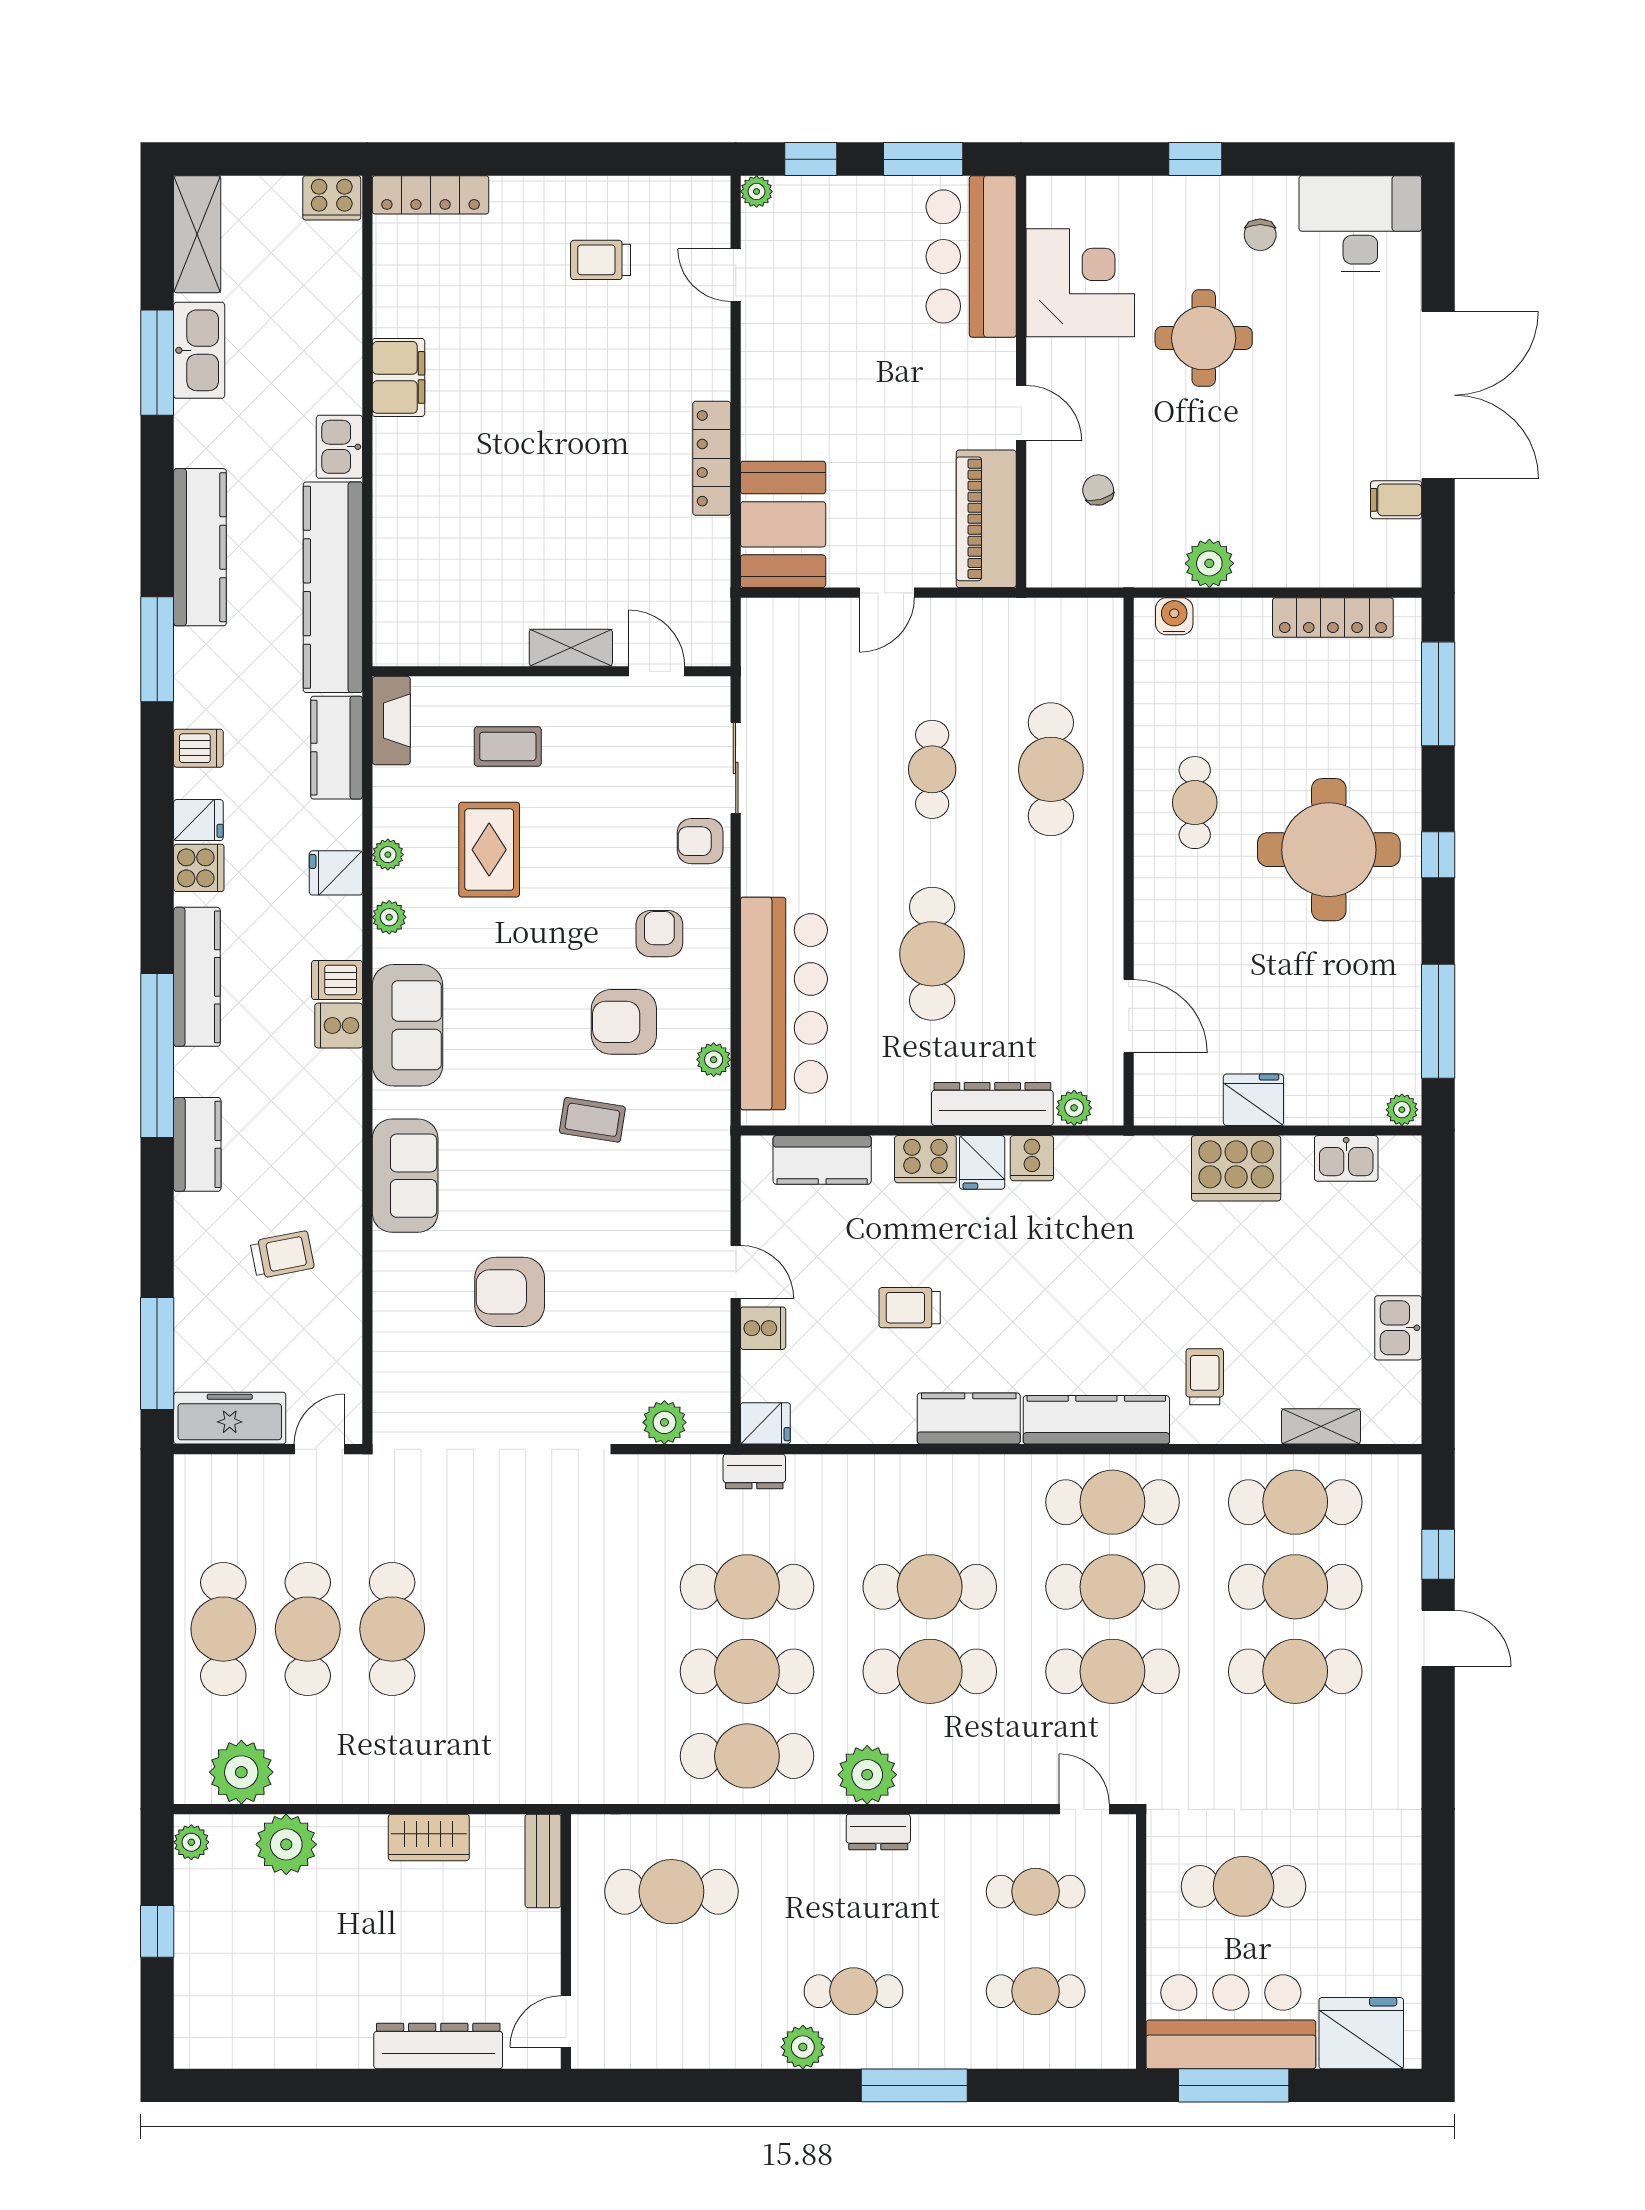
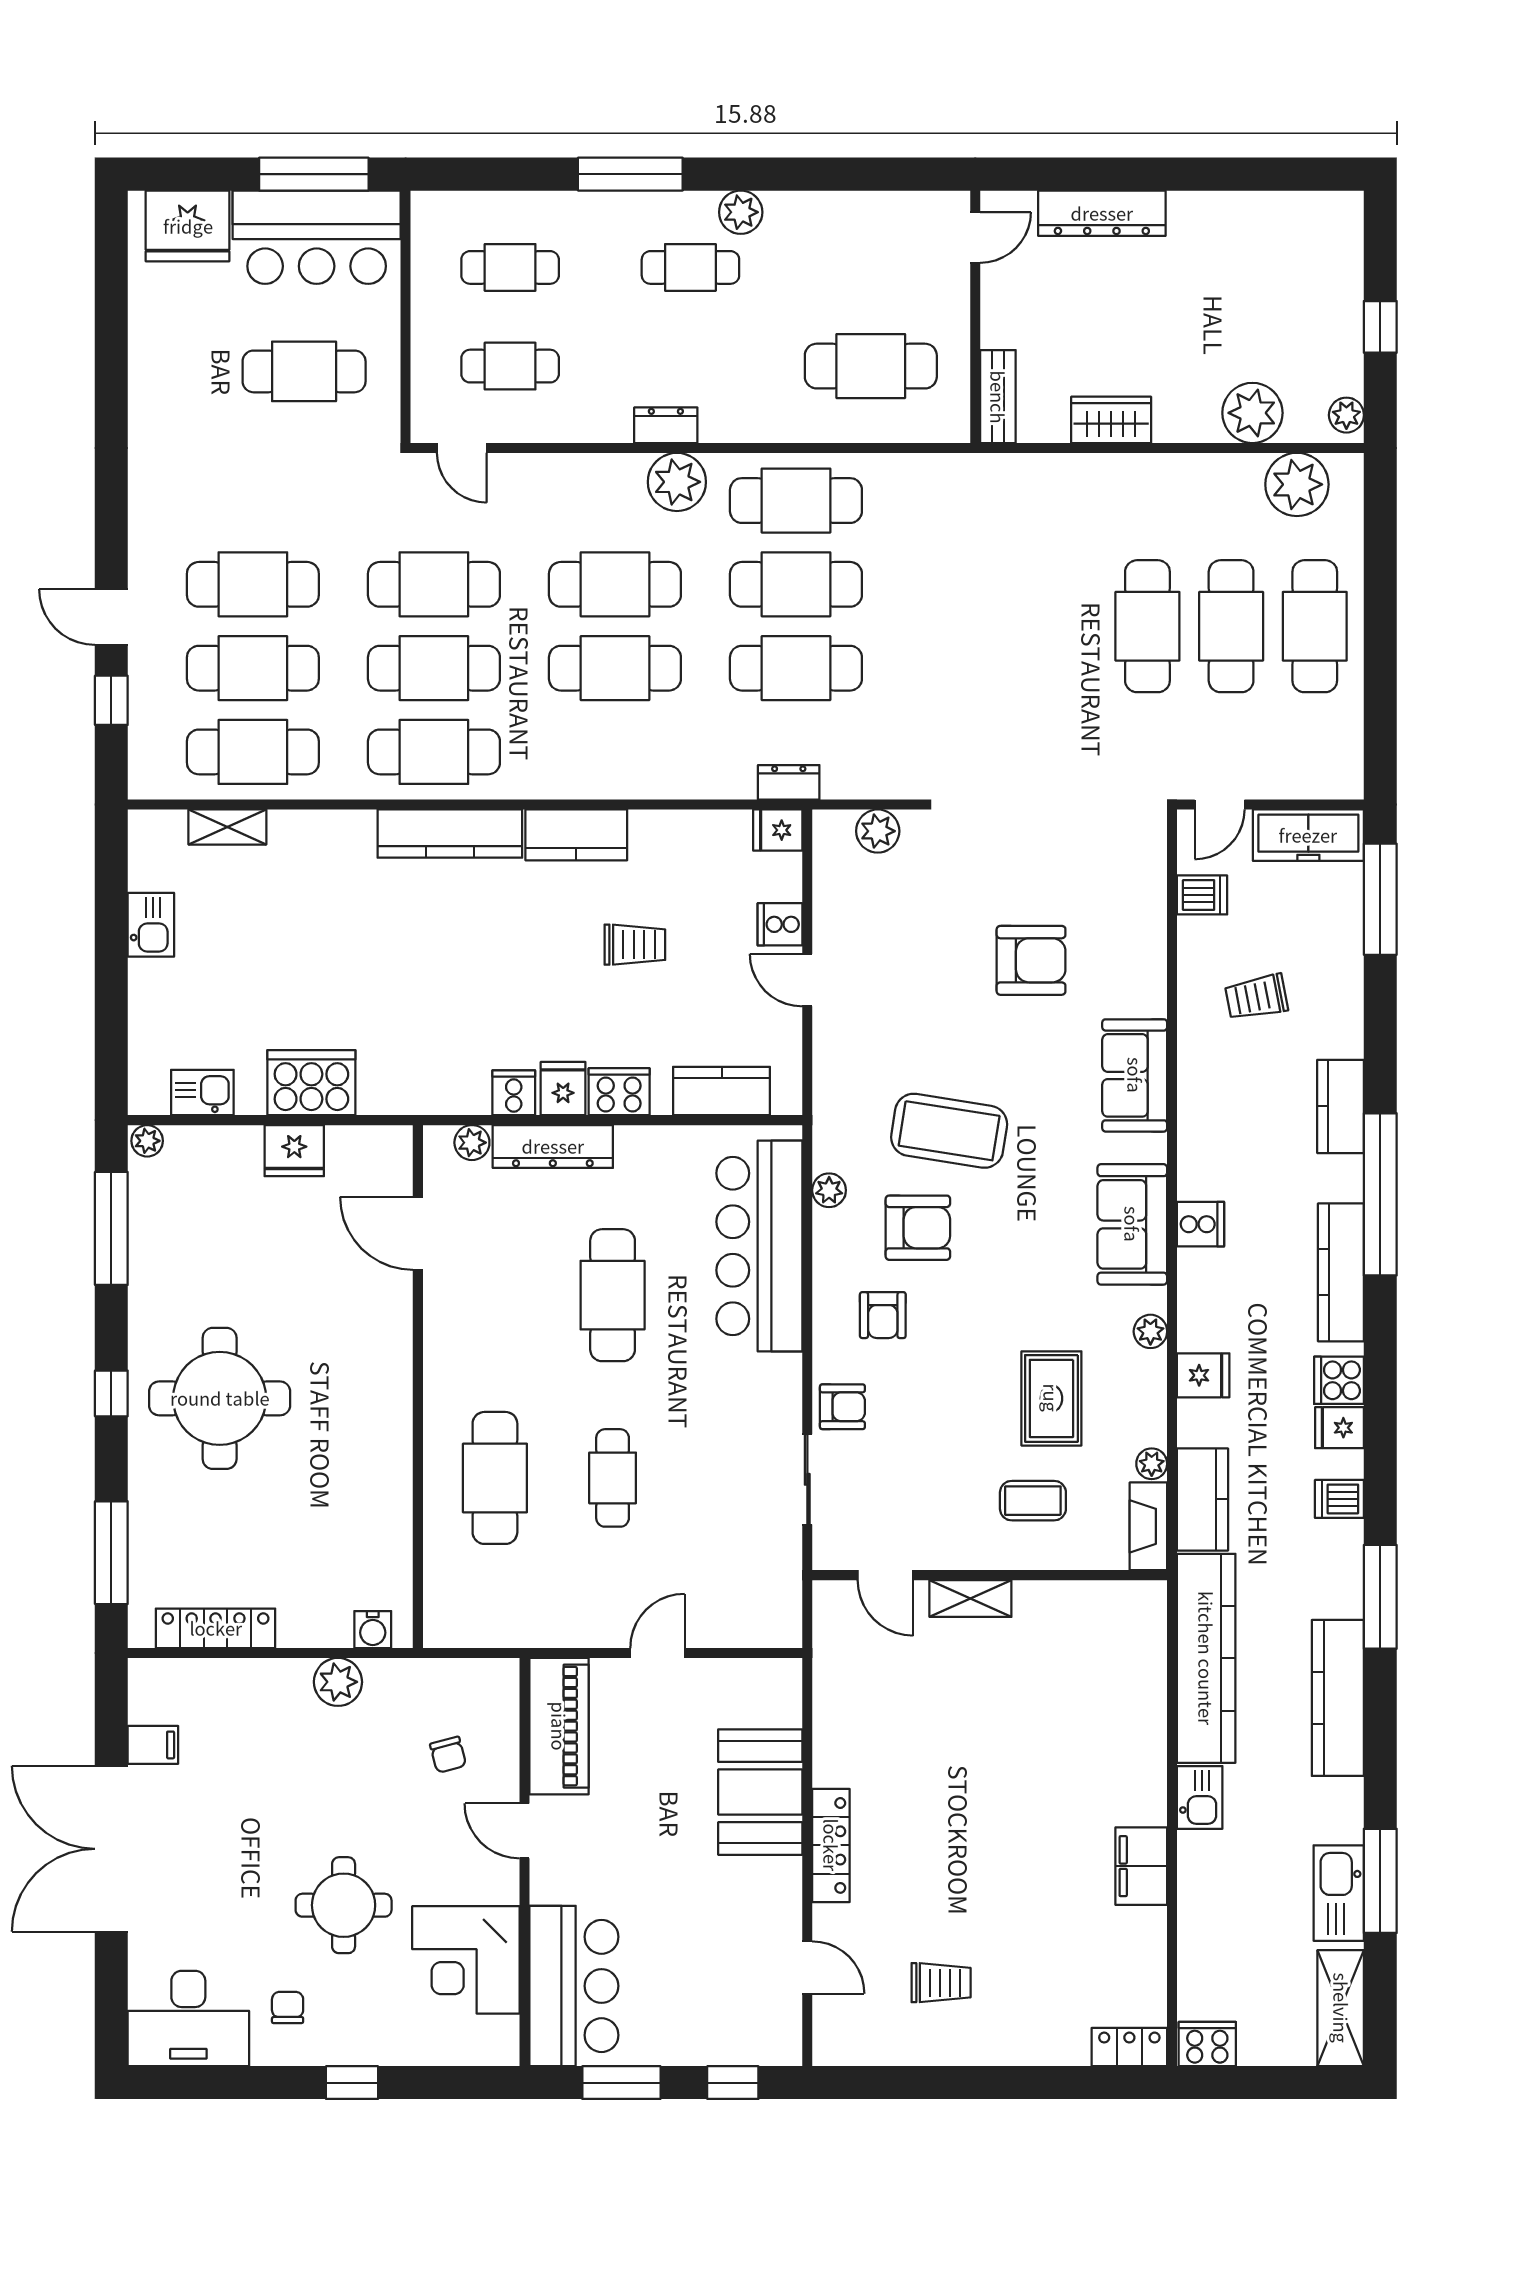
plant: (757, 192) -> (787, 2050), removed
locker: (431, 195) -> (1129, 2047), width x0.66
locker: (712, 458) -> (831, 1845), moved
booth: (783, 524) -> (760, 1792), moved
cafe table: (1195, 803) -> (352, 1445), removed
plant: (388, 855) -> (1152, 1464), moved
dishwasher: (337, 980) -> (1202, 895), moved
coffee table: (592, 1120) -> (949, 1131), width x1.86, depth x1.72
trolley: (1205, 1377) -> (343, 876), removed

